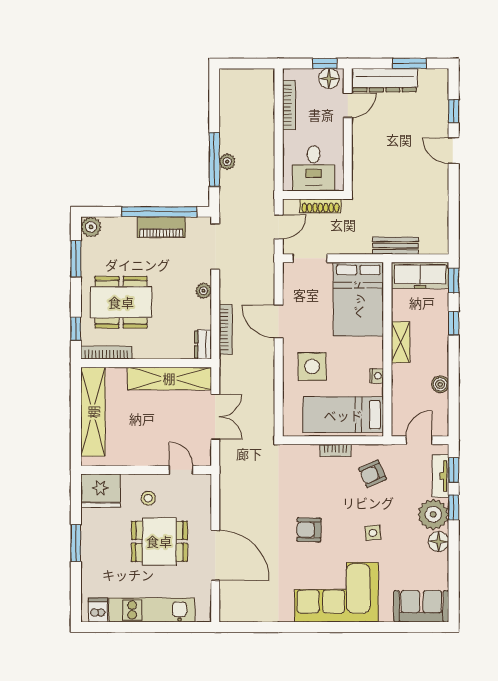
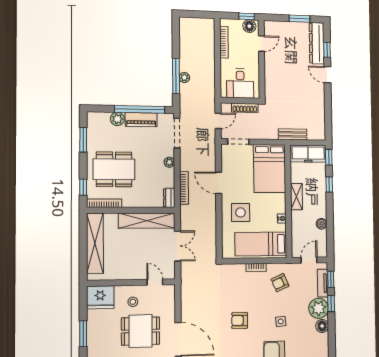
dresser: (385, 80) -> (317, 43), moved, turned 90
plant: (91, 227) -> (117, 119), moved

